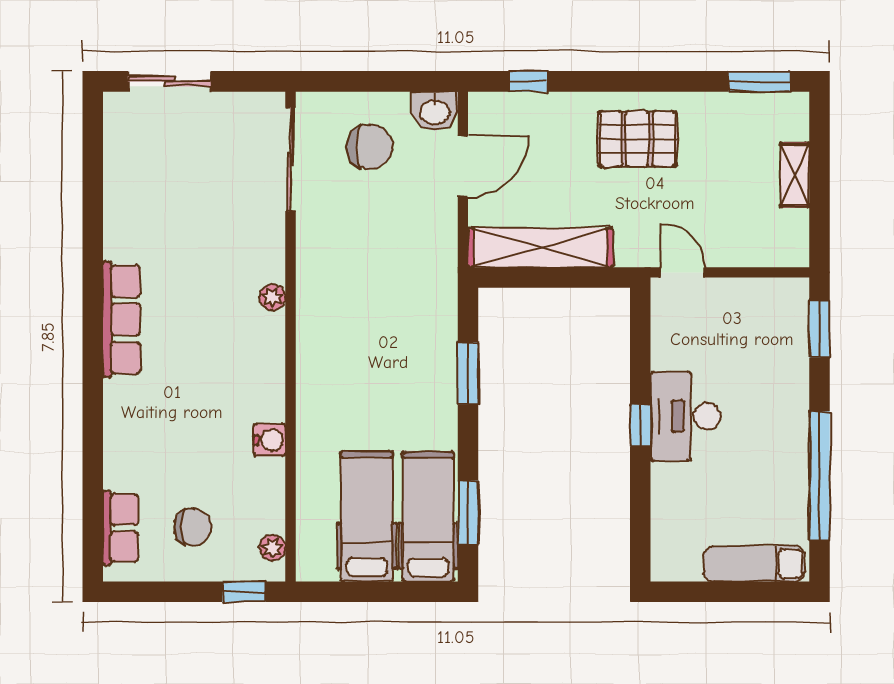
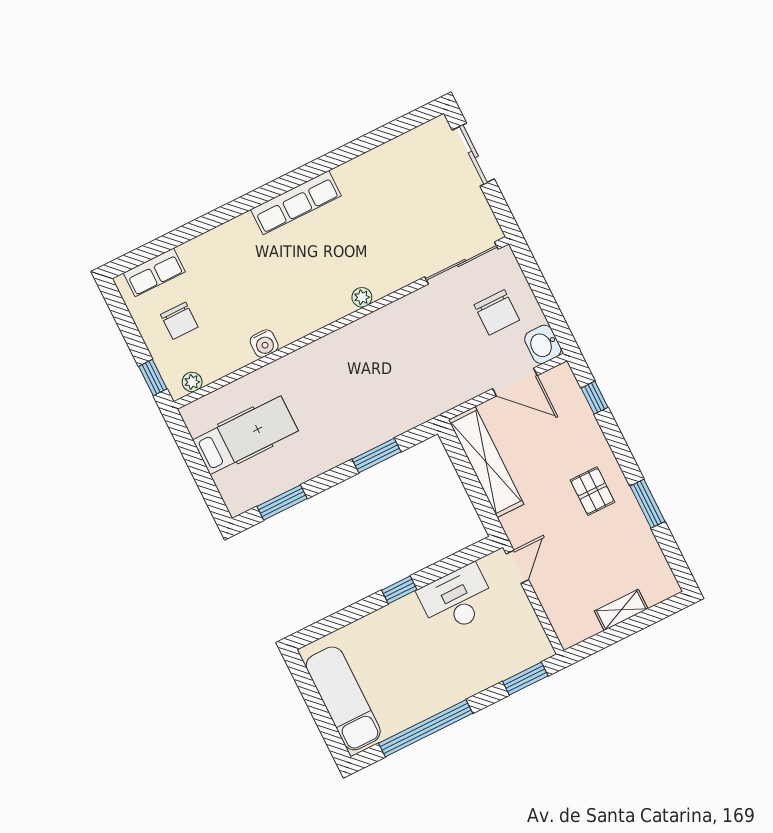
window: (759, 81) -> (647, 504), moved
pallet: (637, 139) -> (592, 491), width x0.67, depth x0.71
desk: (685, 416) -> (457, 599), moved
hospital bed: (428, 517) -> (266, 477), removed
exam couch: (754, 564) -> (343, 698), width x1.36, depth x1.45

